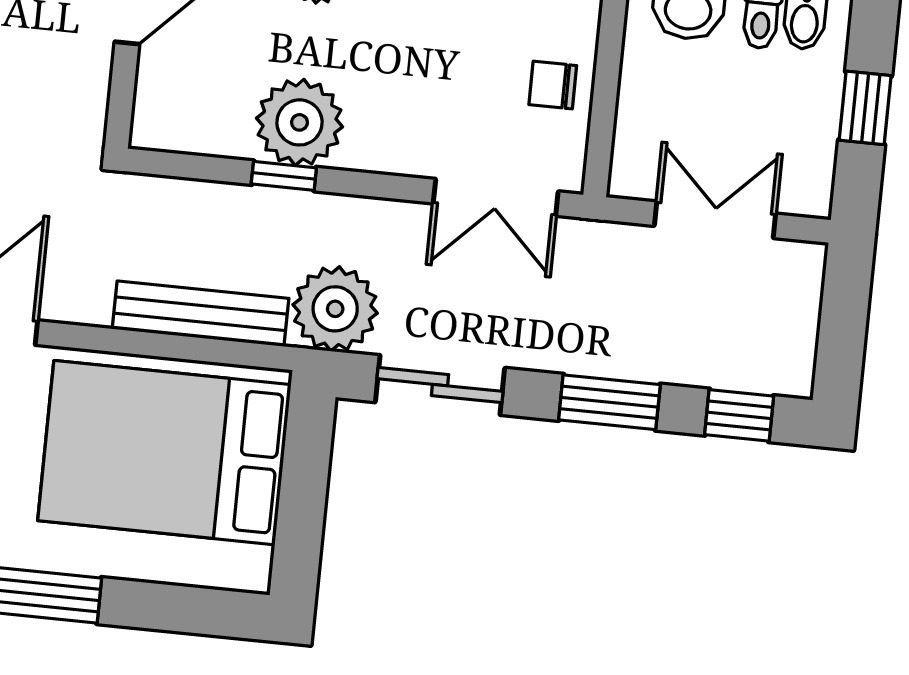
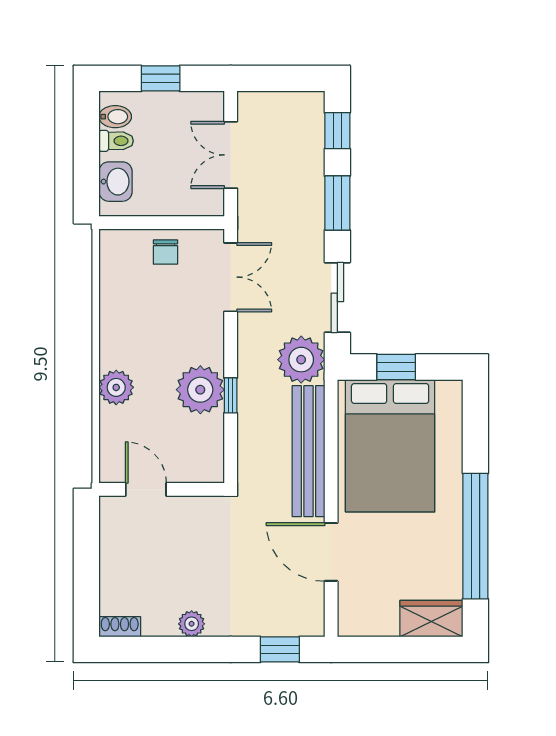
bench: (201, 314) -> (308, 451), width x1.37, depth x1.21
window: (304, 478) -> (396, 367), added

